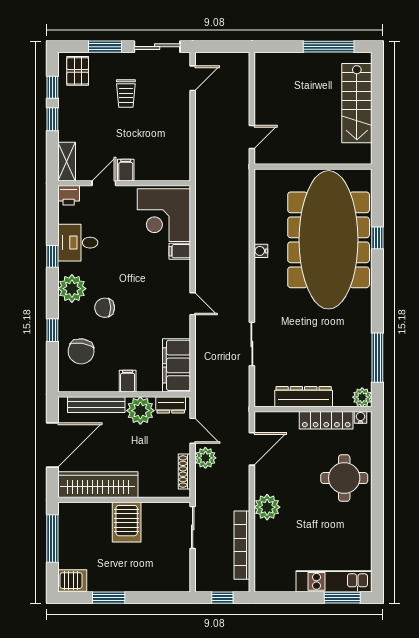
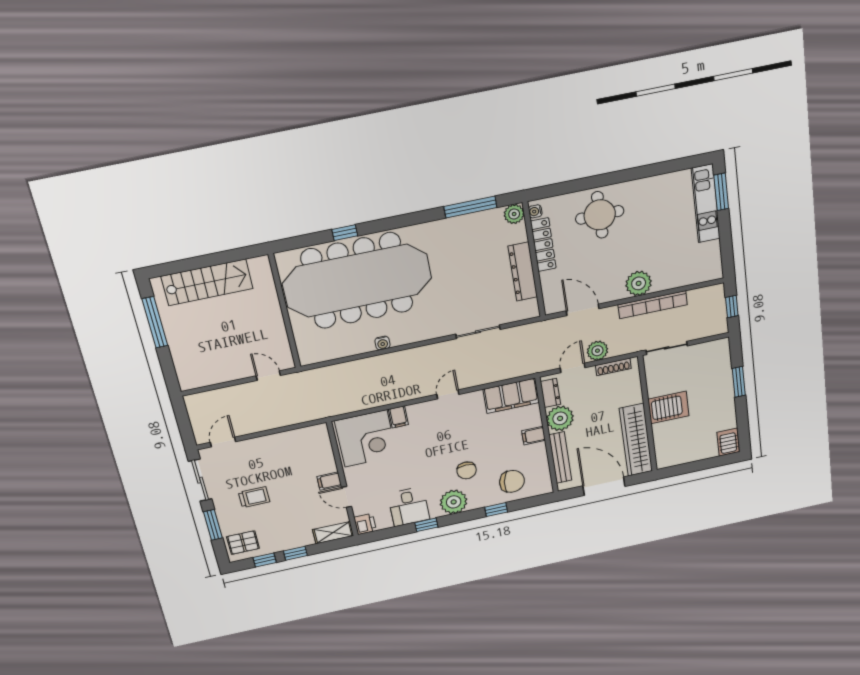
door: (193, 78) -> (223, 442), hinge flipped
window: (52, 539) -> (691, 467), removed
bookcase: (242, 545) -> (653, 305), moved
window: (109, 598) -> (739, 382), moved

